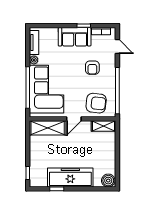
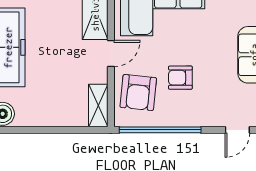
armchair: (92, 68) -> (180, 78), moved
door: (74, 119) -> (111, 54), swing flipped

